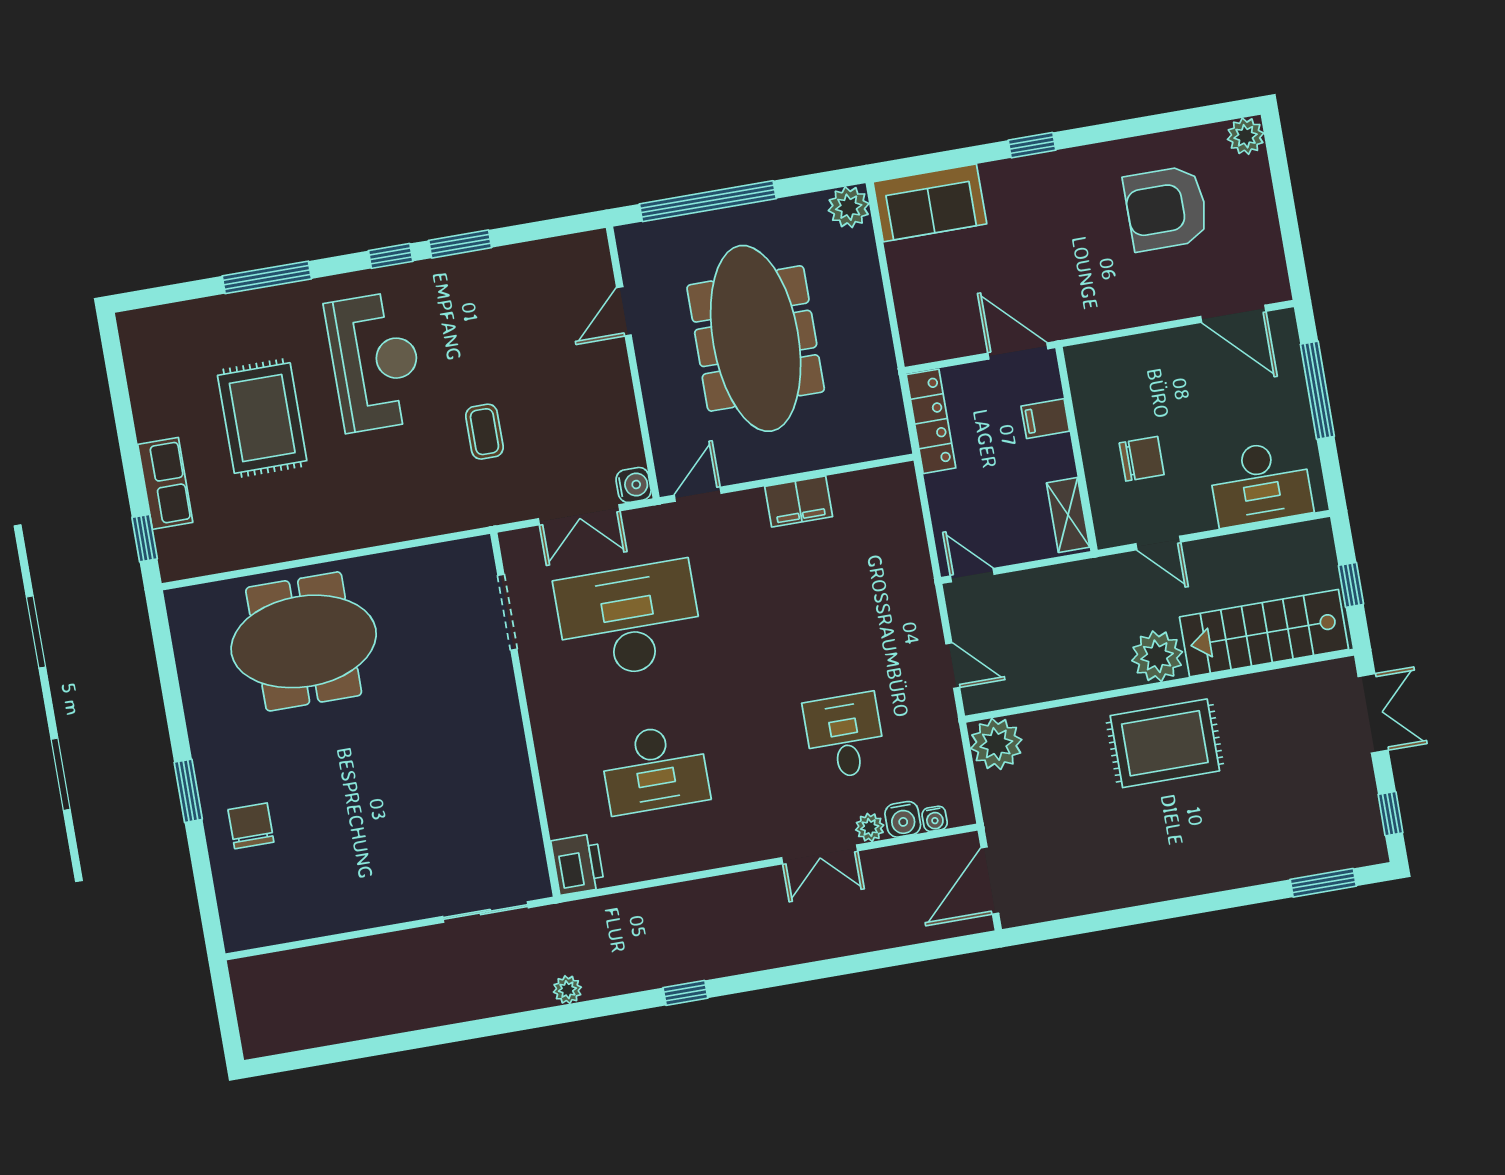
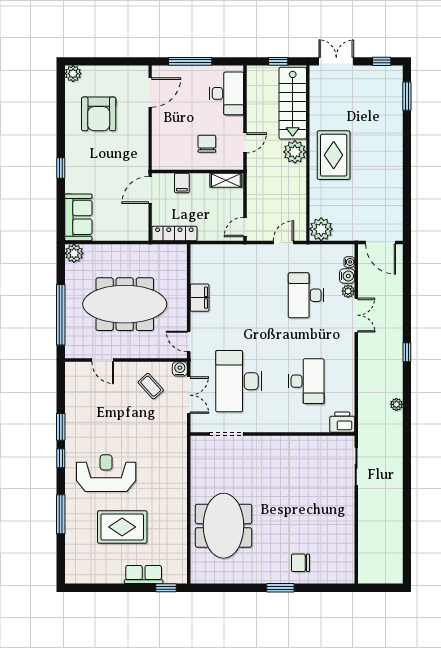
coffee table: (484, 432) -> (151, 386), moved, turned 48
desk: (845, 736) -> (306, 295), width x1.37
plant: (567, 990) -> (396, 404), moved
window: (685, 993) -> (407, 352), moved

